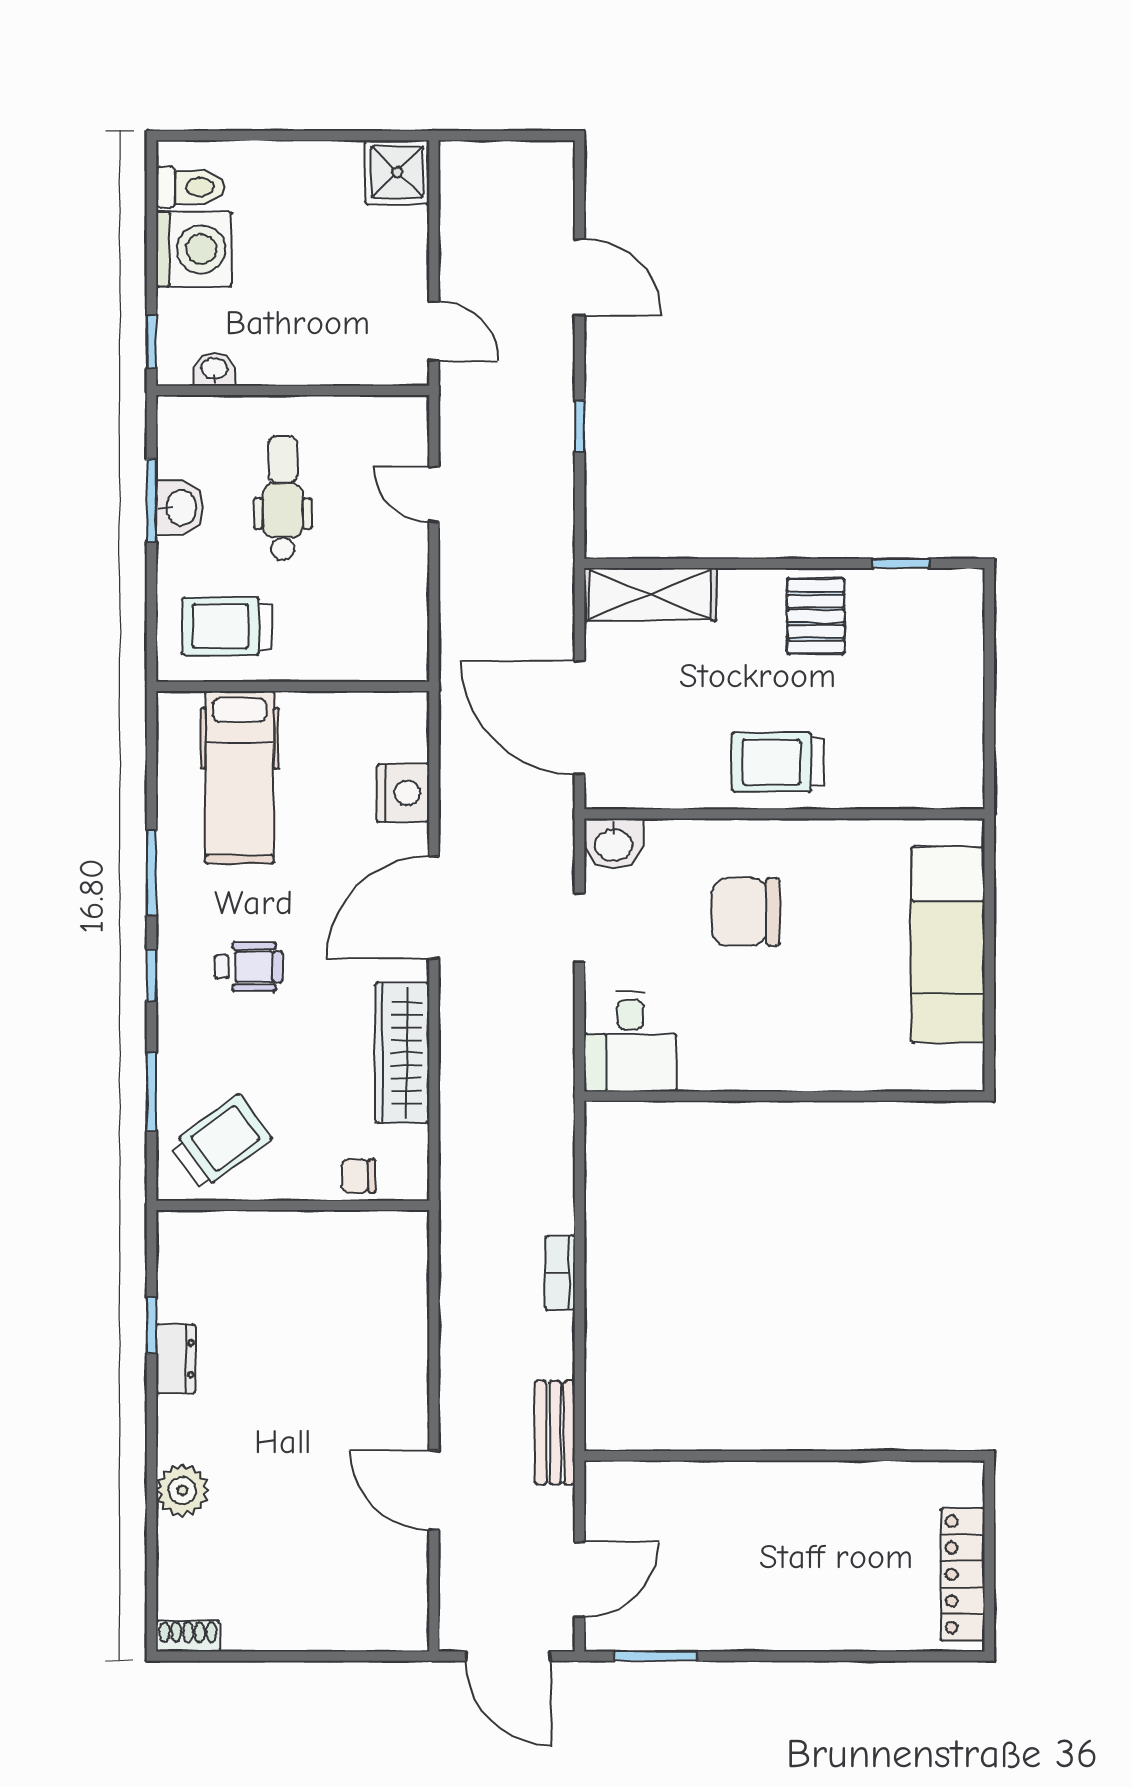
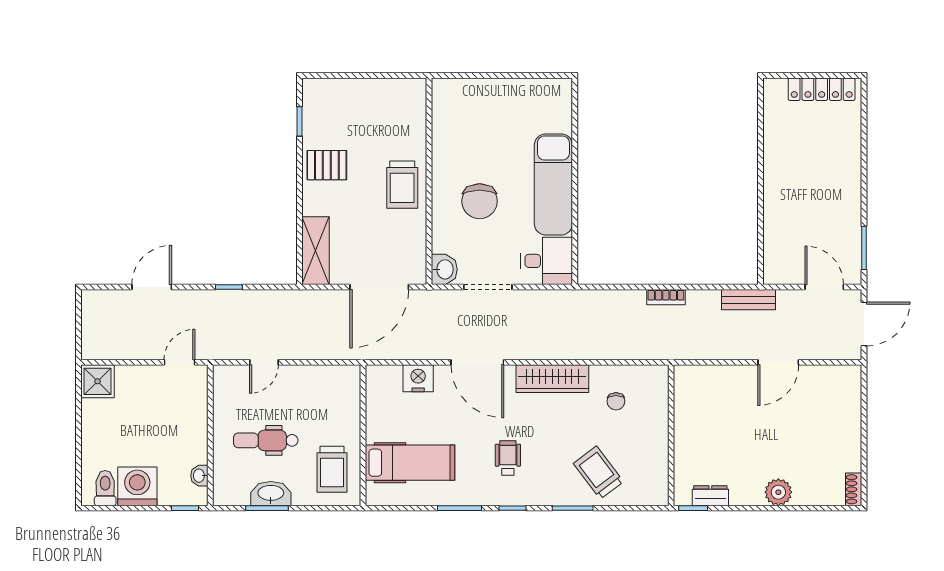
washbasin: (180, 508) -> (271, 494), width x1.38
doorway: (579, 928) -> (488, 287), width x1.38
exam couch: (948, 945) -> (553, 184), moved, turned 90
wall: (293, 1205) -> (671, 435), moved

